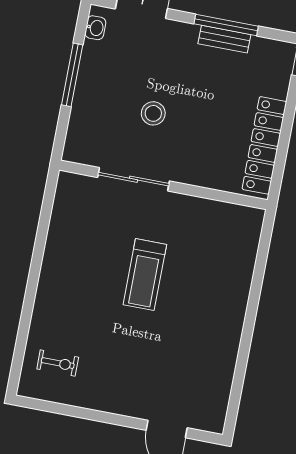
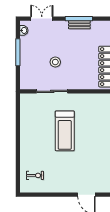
treadmill: (145, 275) -> (65, 131), width x1.37, depth x1.38

